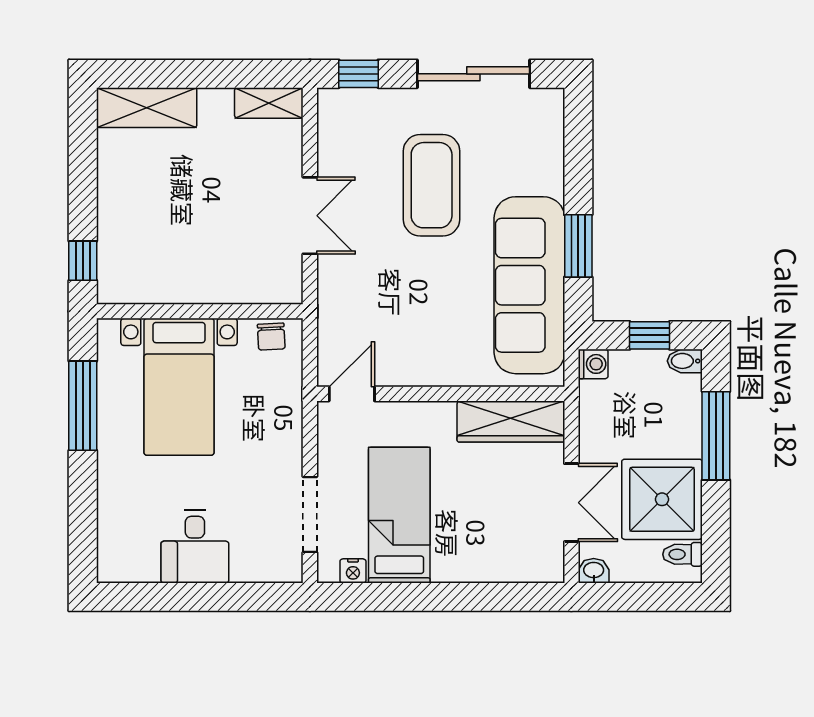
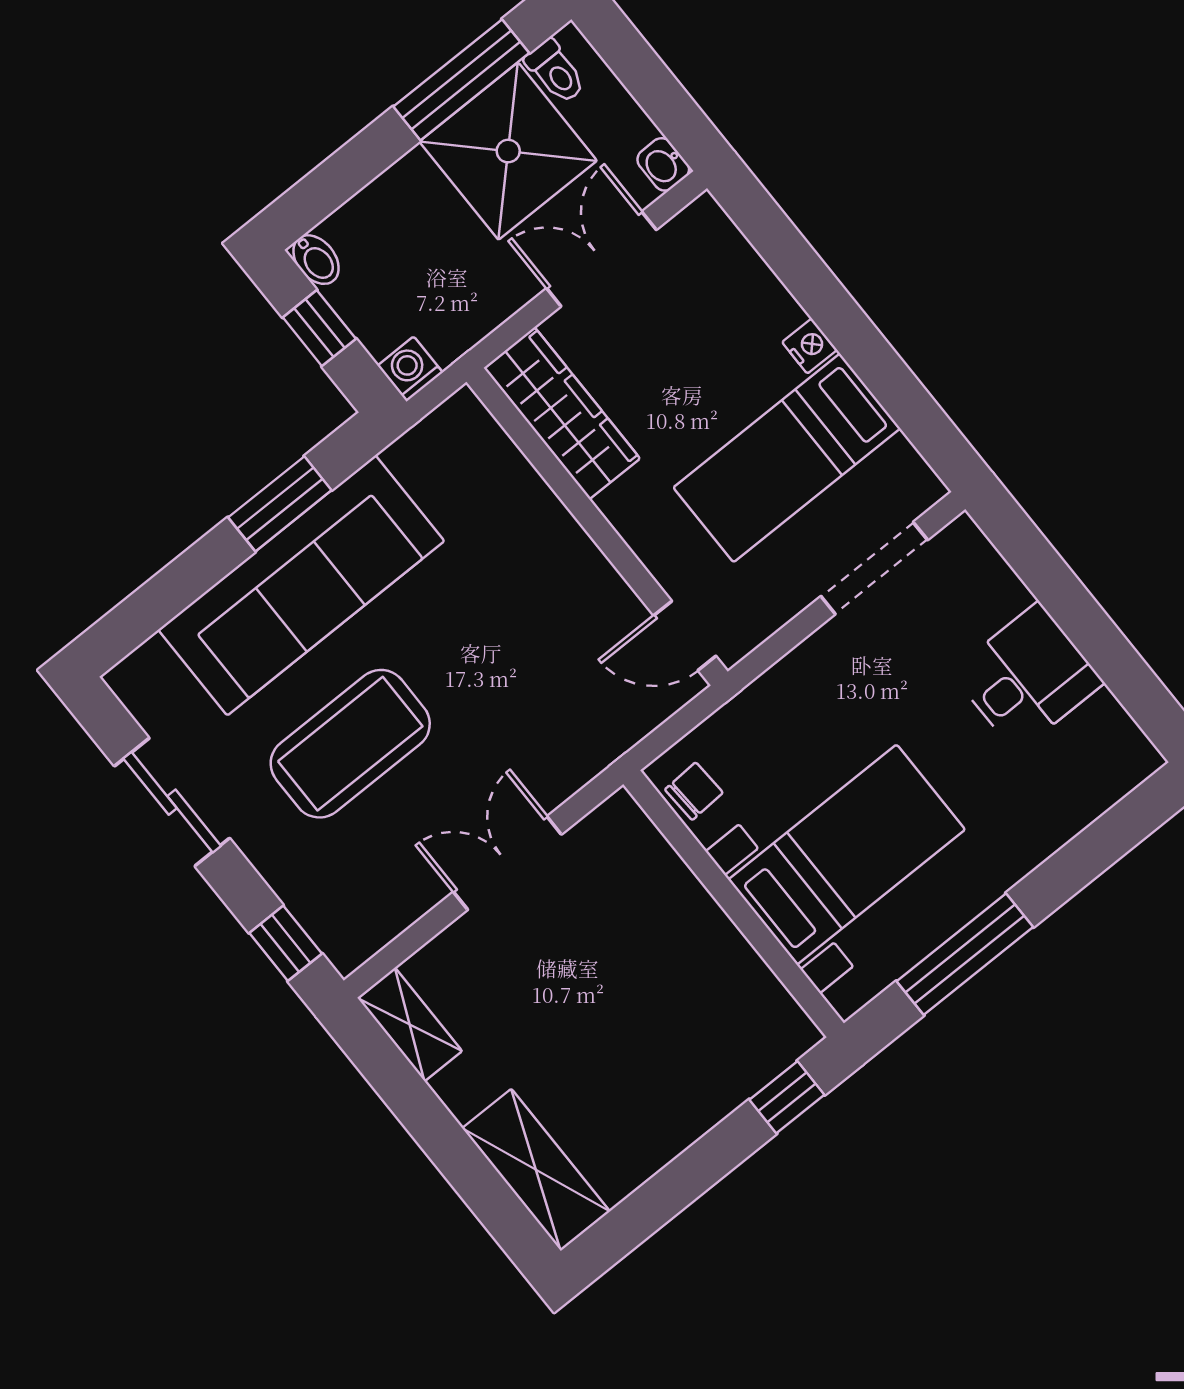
sliding door: (473, 74) -> (172, 802), width x0.73
sofa: (529, 285) -> (301, 585), moved
window: (716, 436) -> (461, 80), moved
nightstand: (353, 571) -> (810, 346), moved

